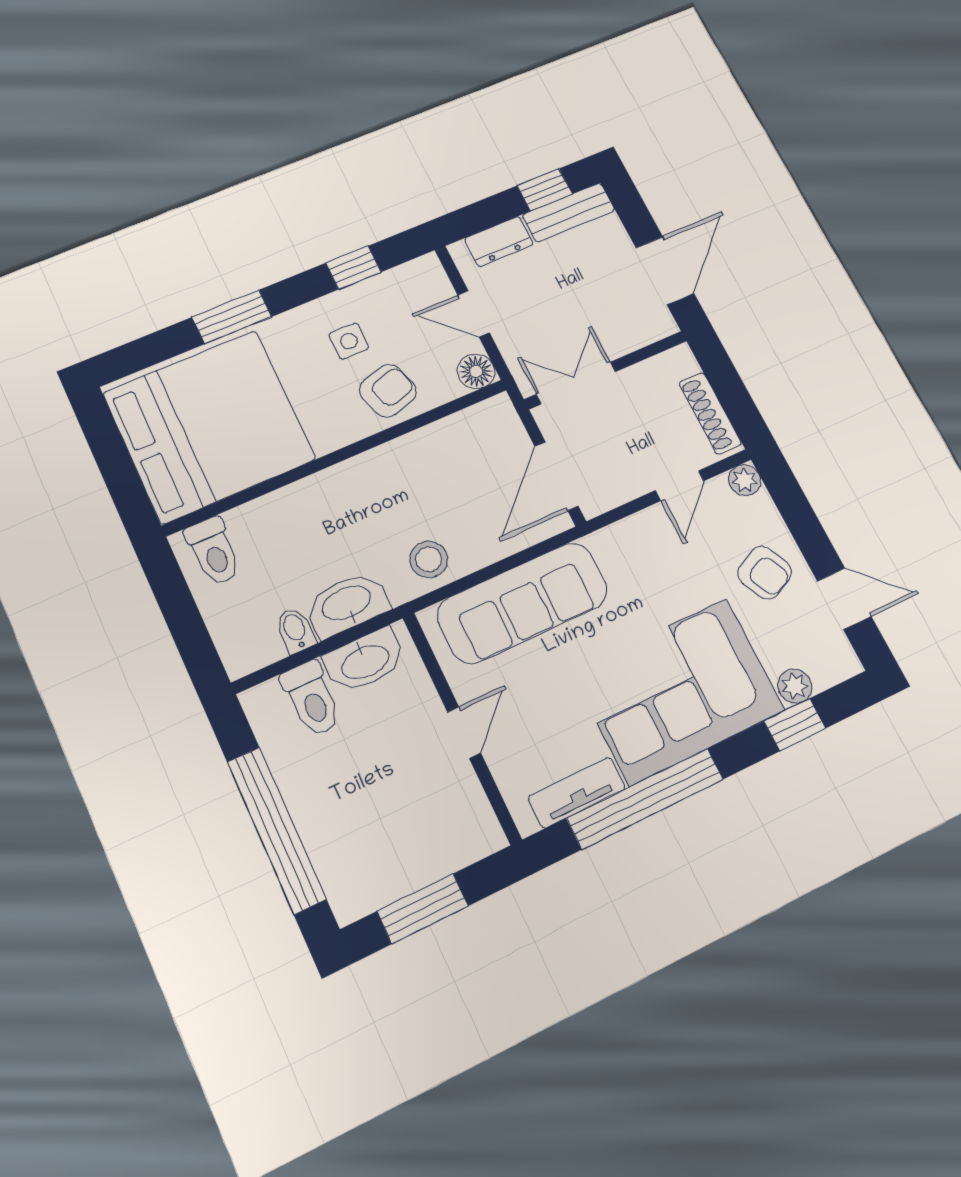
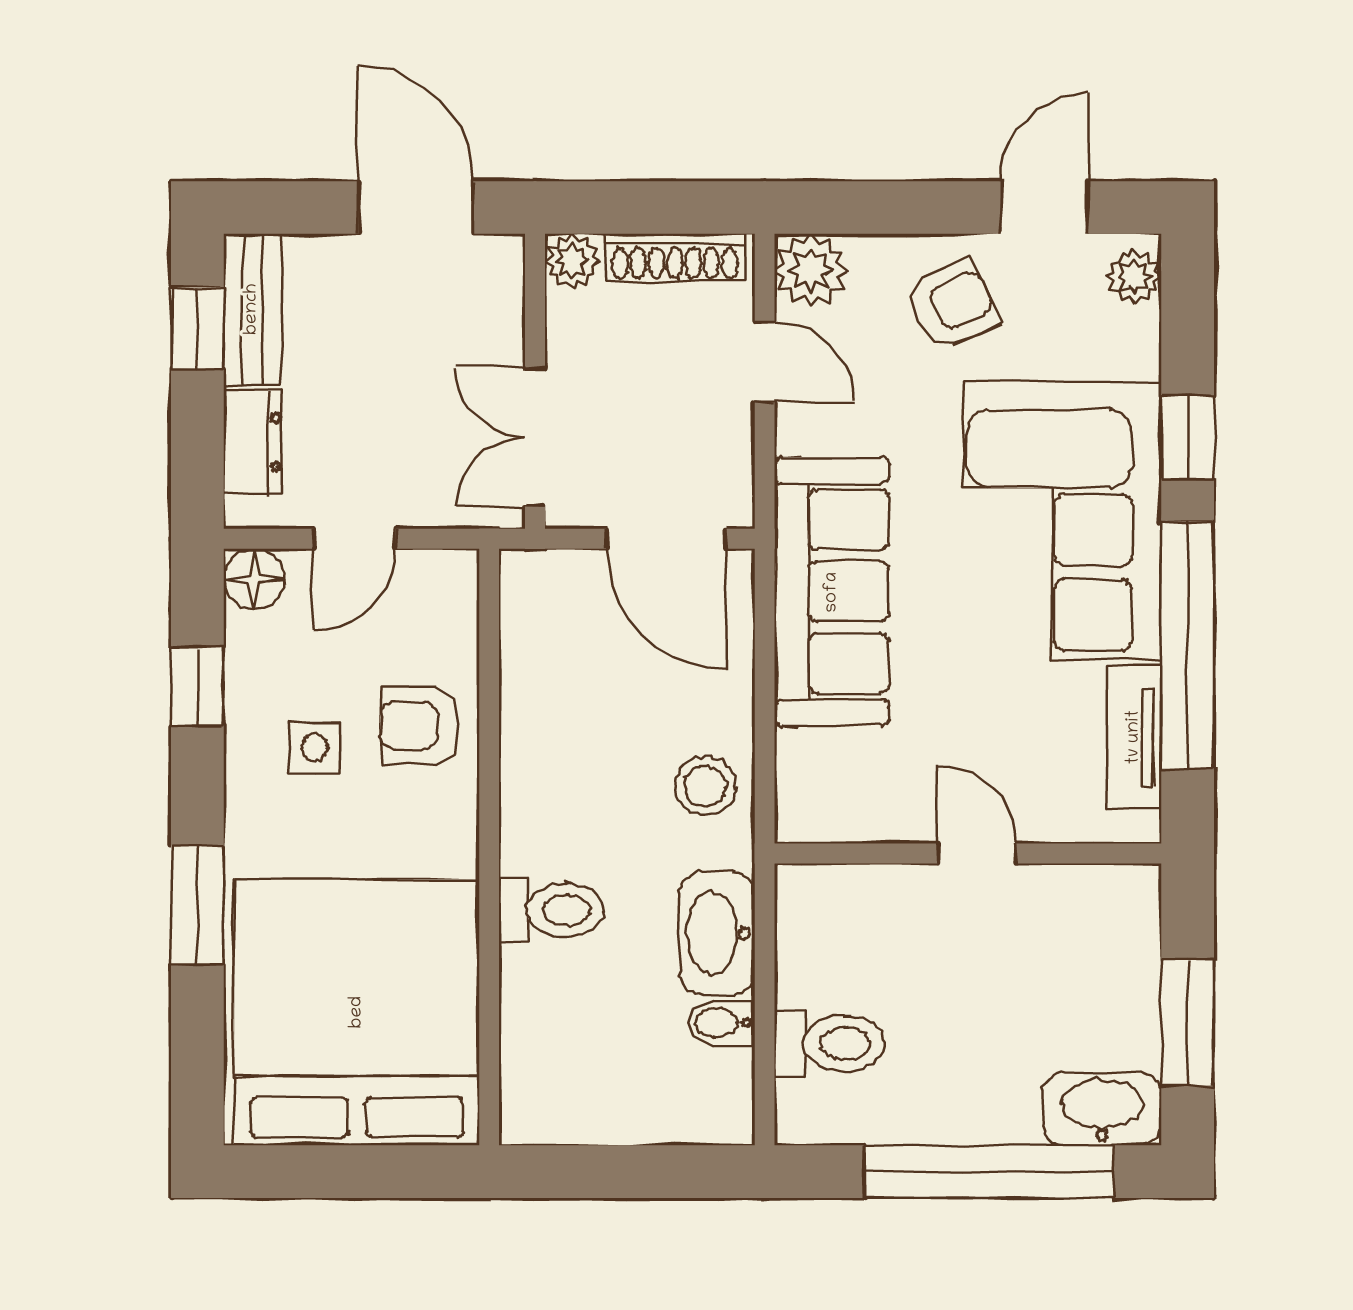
plant: (680, 361) -> (572, 261), added
floor lamp: (476, 371) -> (254, 579), moved
armchair: (388, 391) -> (420, 726), turned -73
plant: (745, 480) -> (811, 270), width x1.38, depth x1.38
toilet: (213, 551) -> (552, 910), moved
sofa: (523, 603) -> (832, 592), moved
washbasin: (365, 661) -> (1102, 1109), moved, turned -90
plant: (795, 686) -> (1134, 276), moved
window: (795, 725) -> (1188, 438), moved

